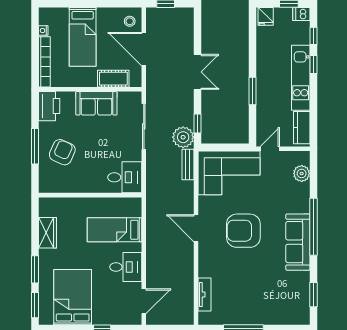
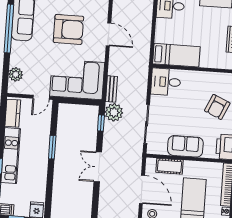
bed: (115, 230) -> (176, 55), moved

